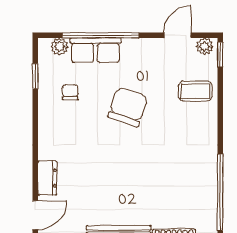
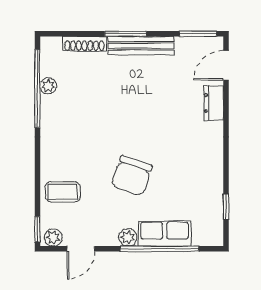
plant: (59, 47) -> (128, 237), moved
chair: (70, 92) -> (190, 191), removed
plant: (210, 195) -> (48, 86), added

